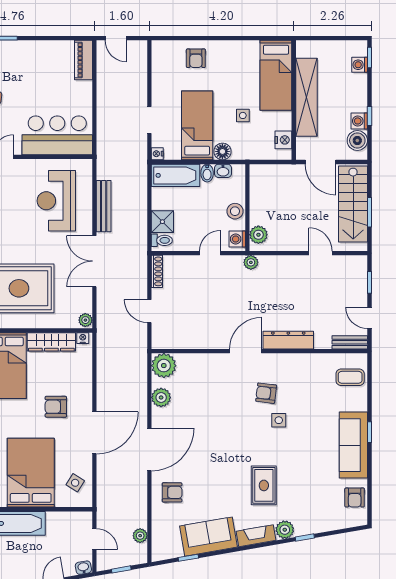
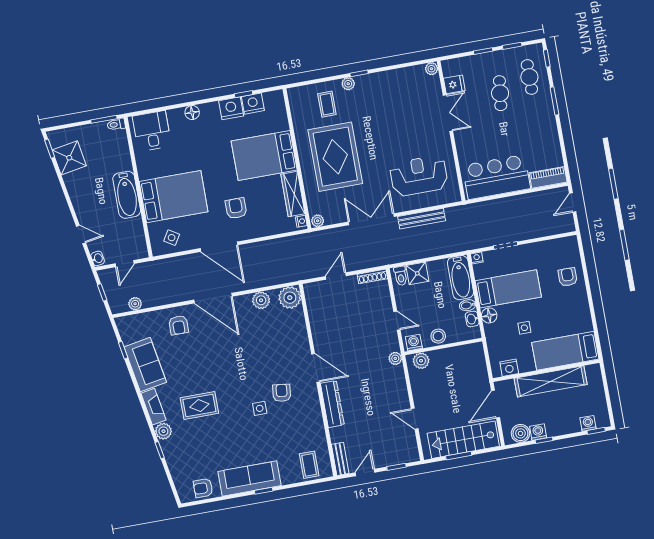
armchair: (196, 58) -> (568, 277), turned 90
bar counter: (57, 135) -> (496, 177), moved, turned -90
door: (320, 253) -> (415, 419), swing flipped

